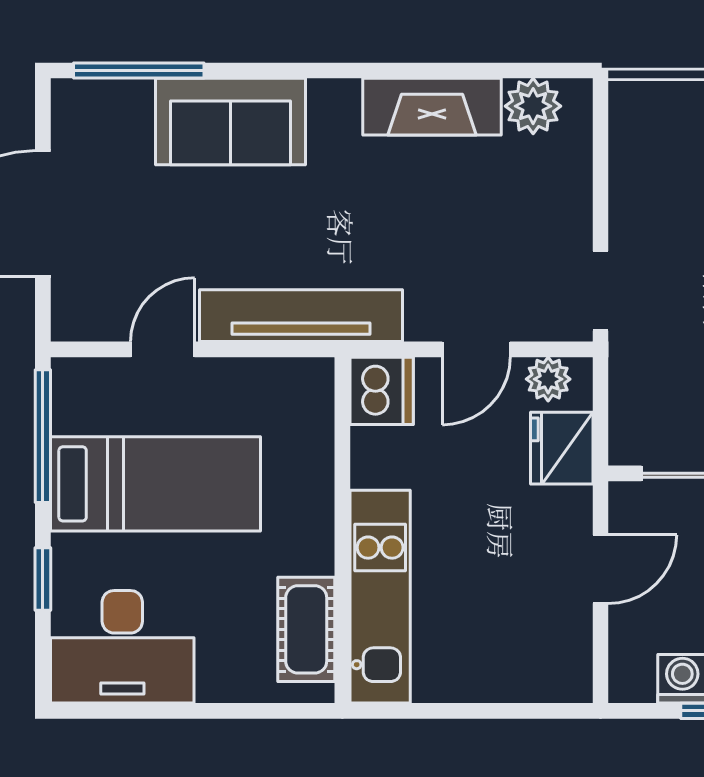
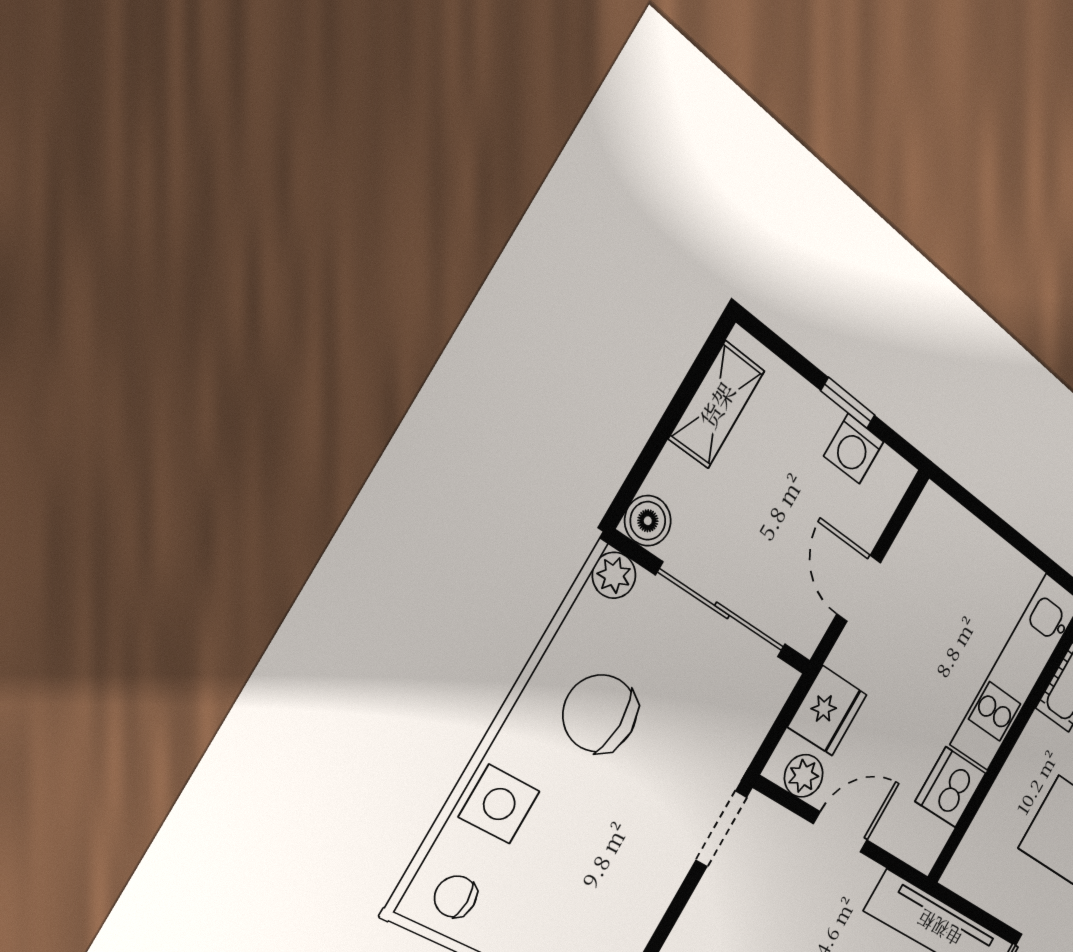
dishwasher: (382, 391) -> (951, 787), moved
door: (600, 569) -> (859, 588), hinge flipped

